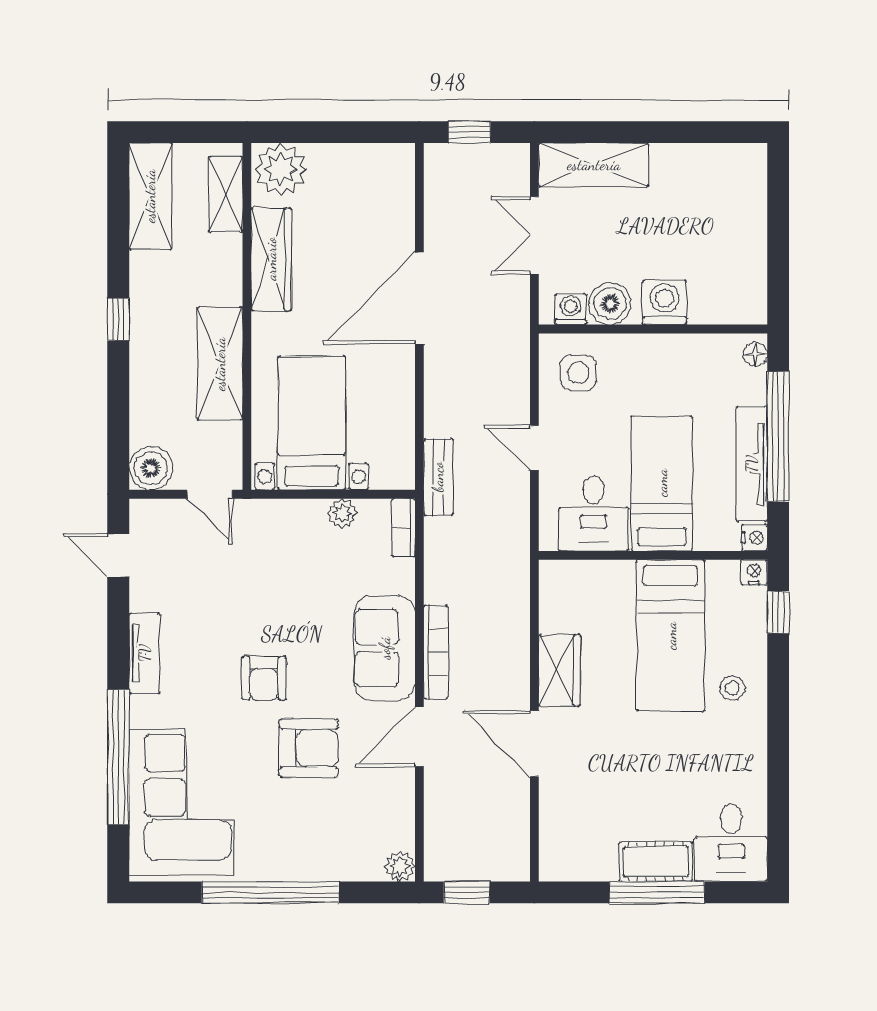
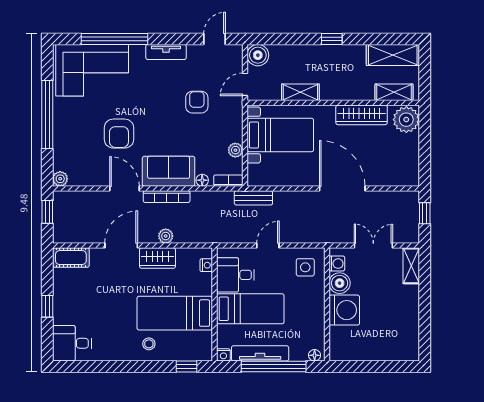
shelving: (594, 165) -> (411, 266), width x0.67, depth x0.75
washing machine: (664, 302) -> (344, 310), width x1.37, depth x1.37
shelving: (220, 364) -> (300, 92), width x0.67, depth x0.75
nightstand: (754, 572) -> (206, 265), moved
floor lamp: (403, 580) -> (202, 180), added
plant: (515, 654) -> (166, 236), added
armchair: (264, 678) -> (197, 102), moved, turned 90
cot: (656, 862) -> (71, 258), moved, turned 90
window: (657, 892) -> (47, 306), width x0.46

